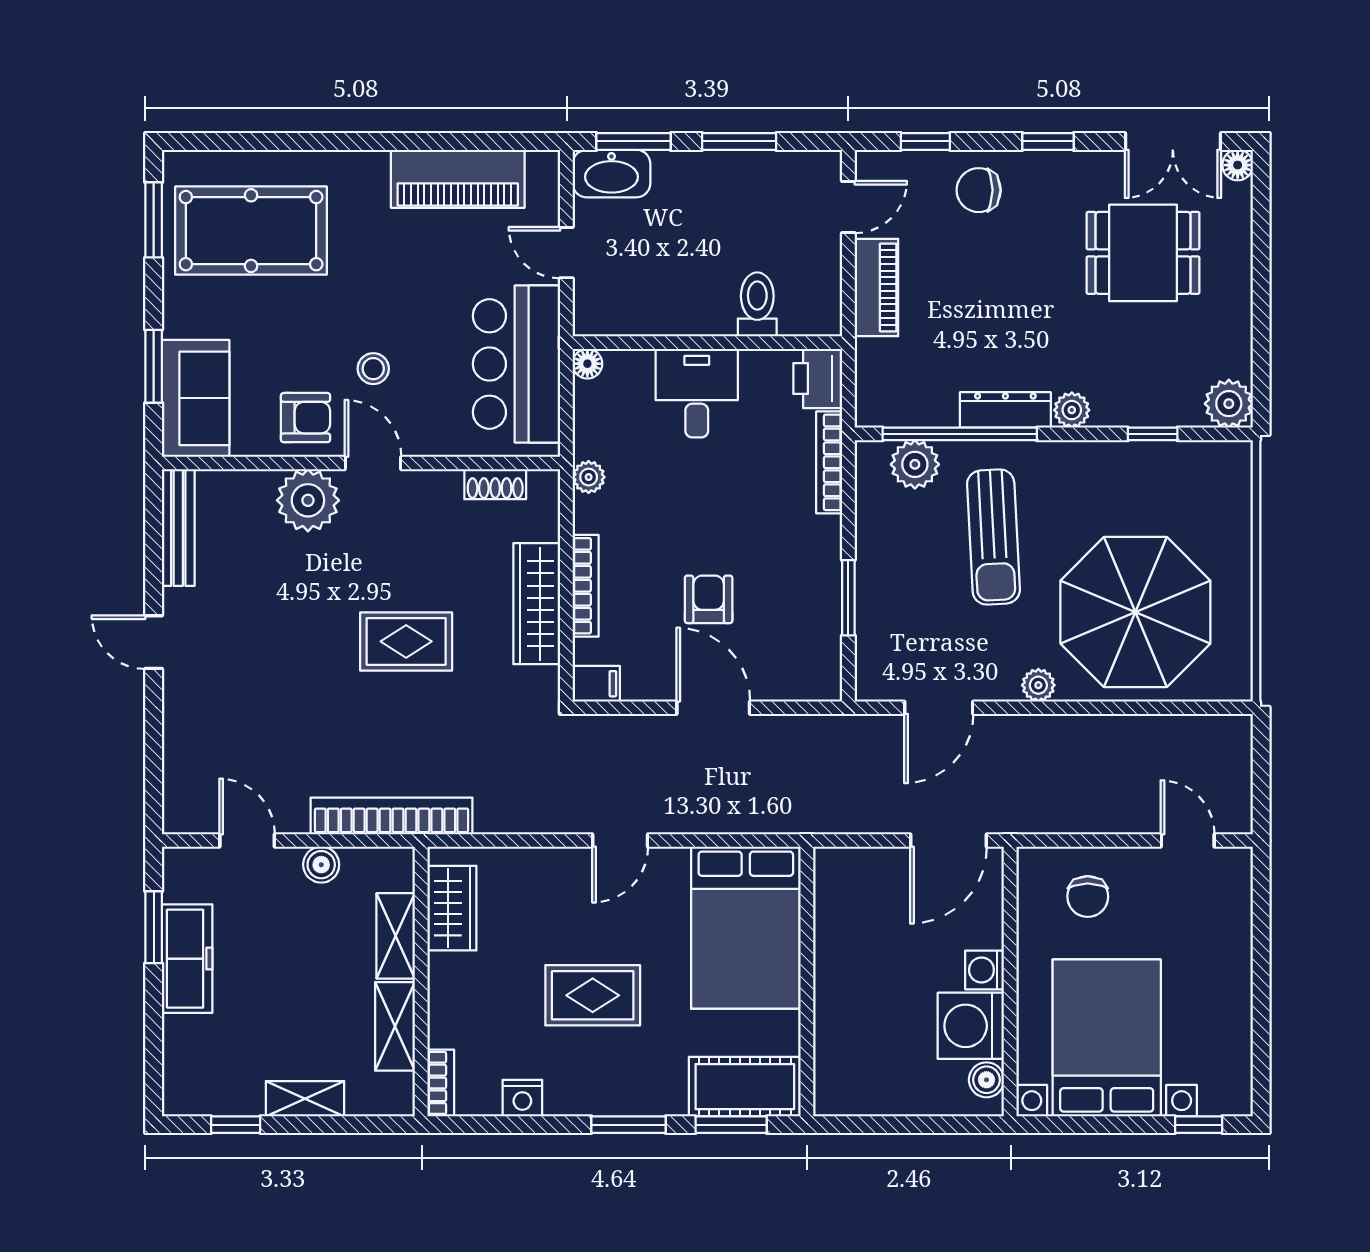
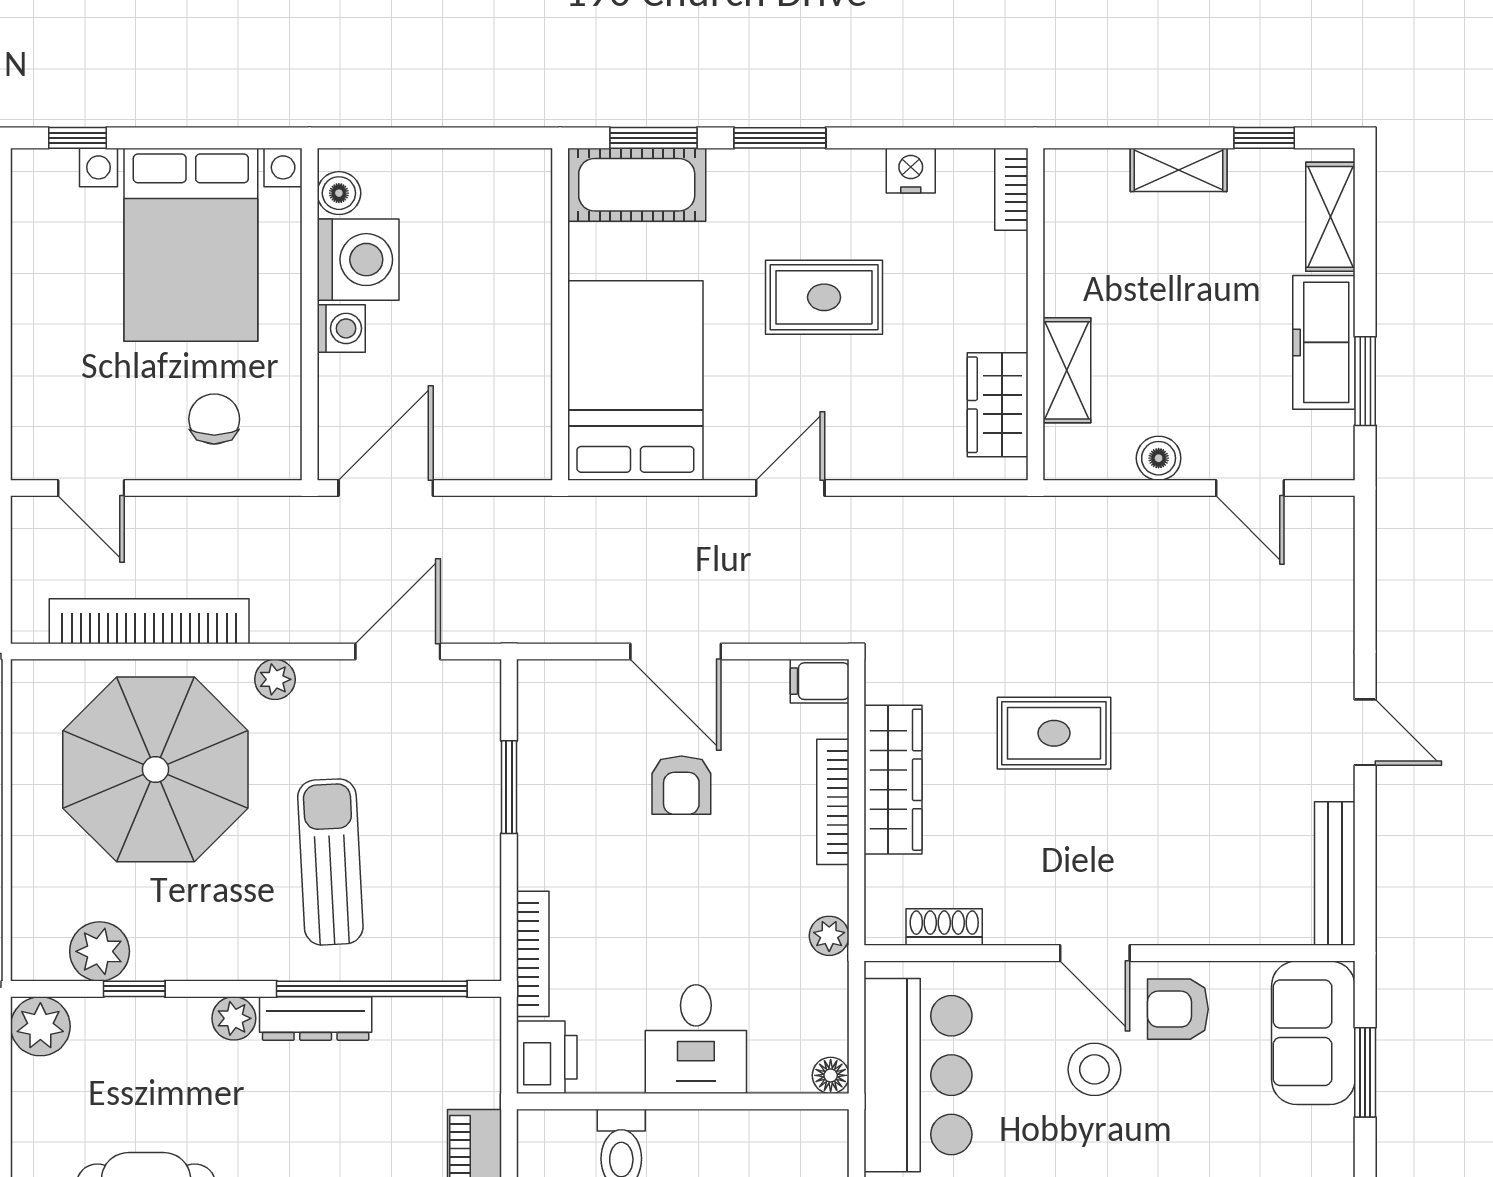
stool: (373, 369) -> (1094, 1069), width x1.37, depth x1.37
plant: (915, 464) -> (100, 951), moved
plant: (308, 500) -> (1175, 907), removed
bookcase: (392, 816) -> (149, 621), moved, turned 180
shelving: (395, 1026) -> (1330, 217), moved

